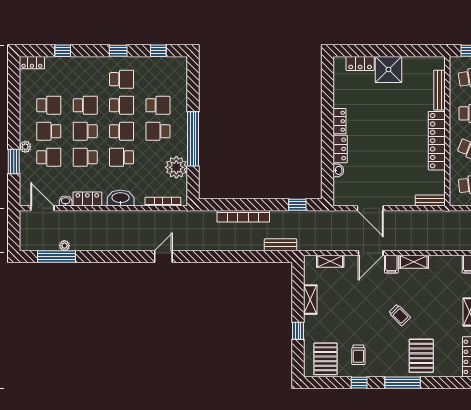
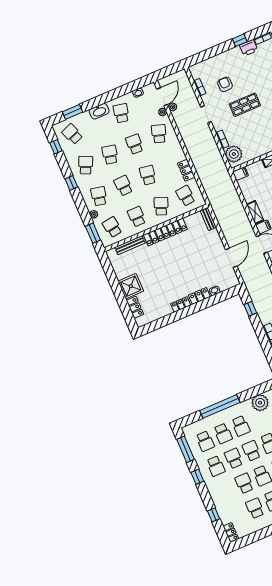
window: (158, 51) -> (186, 449), width x2.17
school desk: (122, 79) -> (216, 466), turned 180
school desk: (158, 79) -> (205, 441), added
school desk: (158, 105) -> (223, 433), turned 180
window: (193, 139) -> (220, 406), moved

